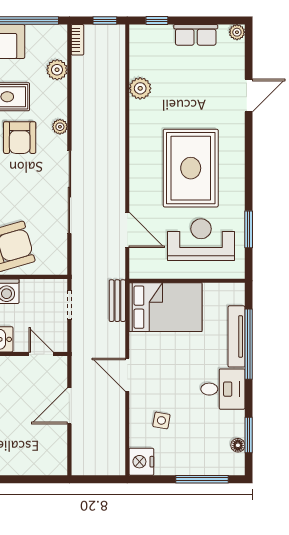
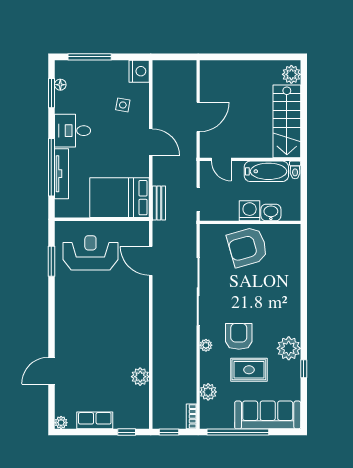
rug: (191, 168) -> (99, 311), removed
reception desk: (201, 240) -> (90, 253), turned 180

